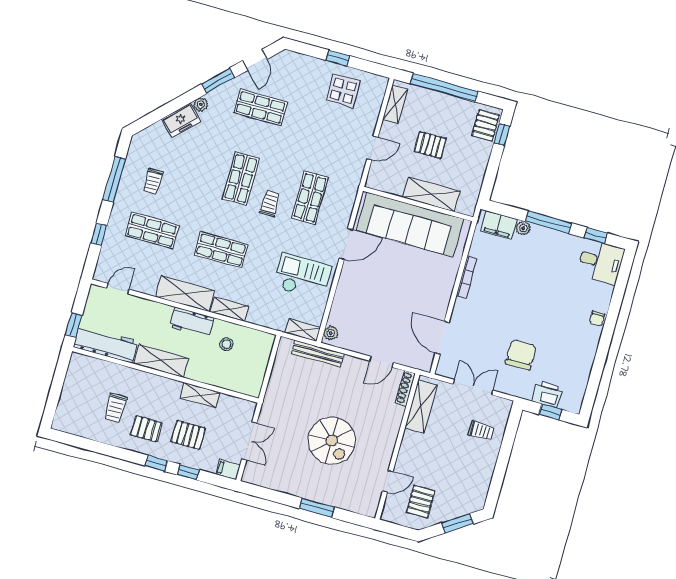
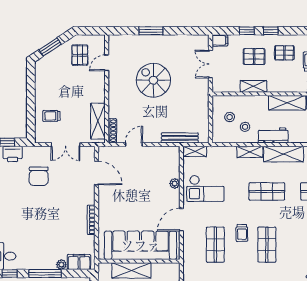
plant: (331, 333) -> (175, 183), moved
stool: (243, 363) -> (230, 117), added

